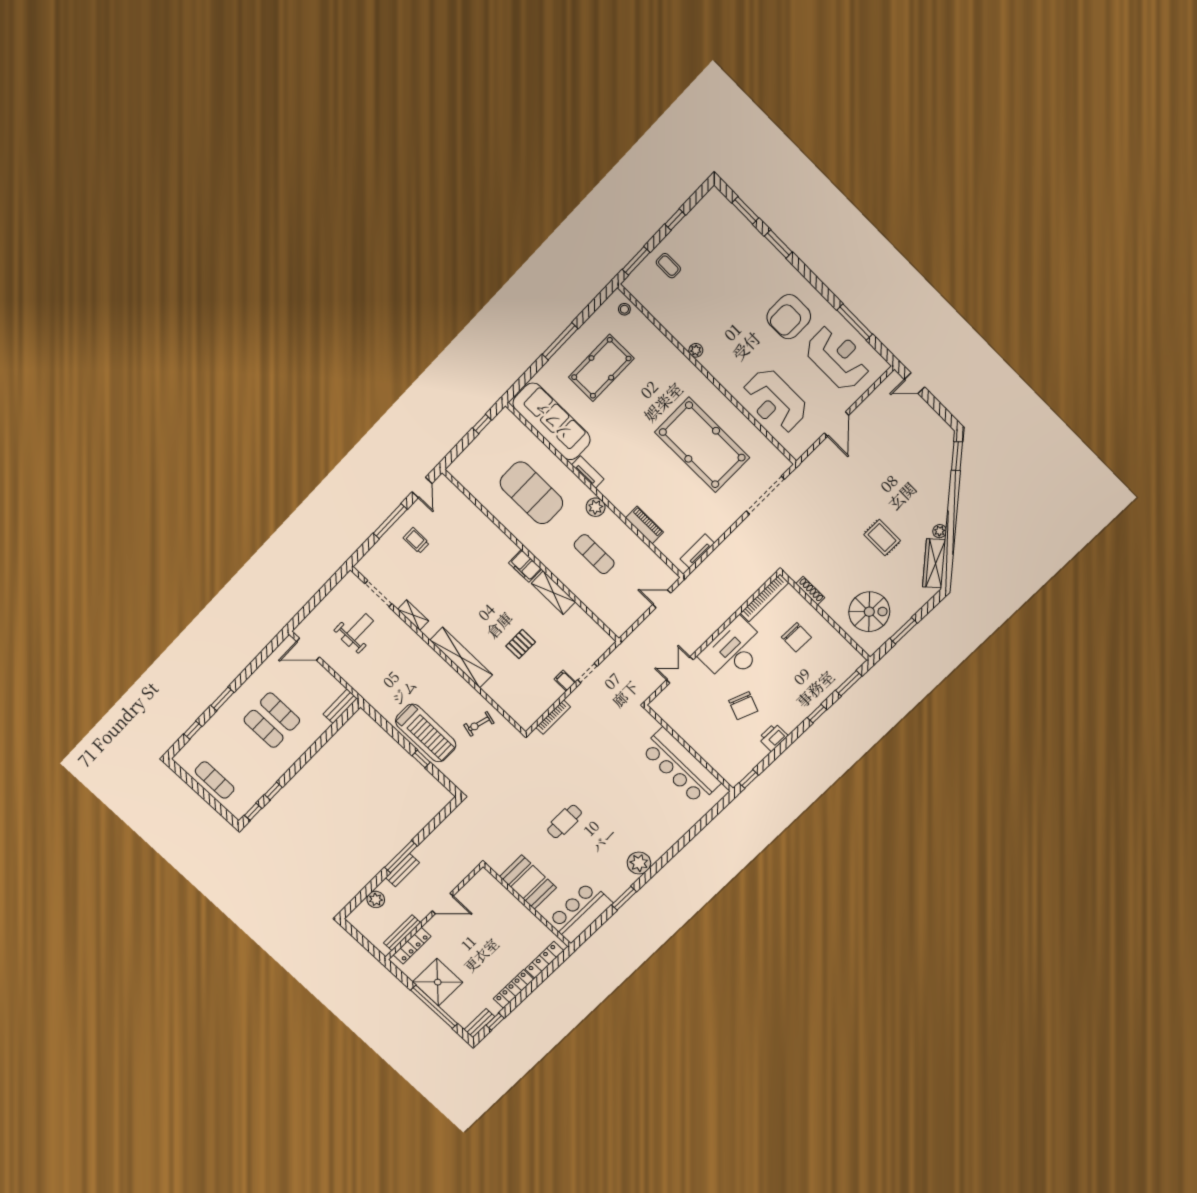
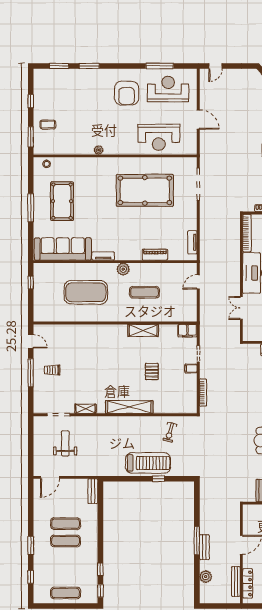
filing cabinet: (525, 566) -> (187, 331), moved

